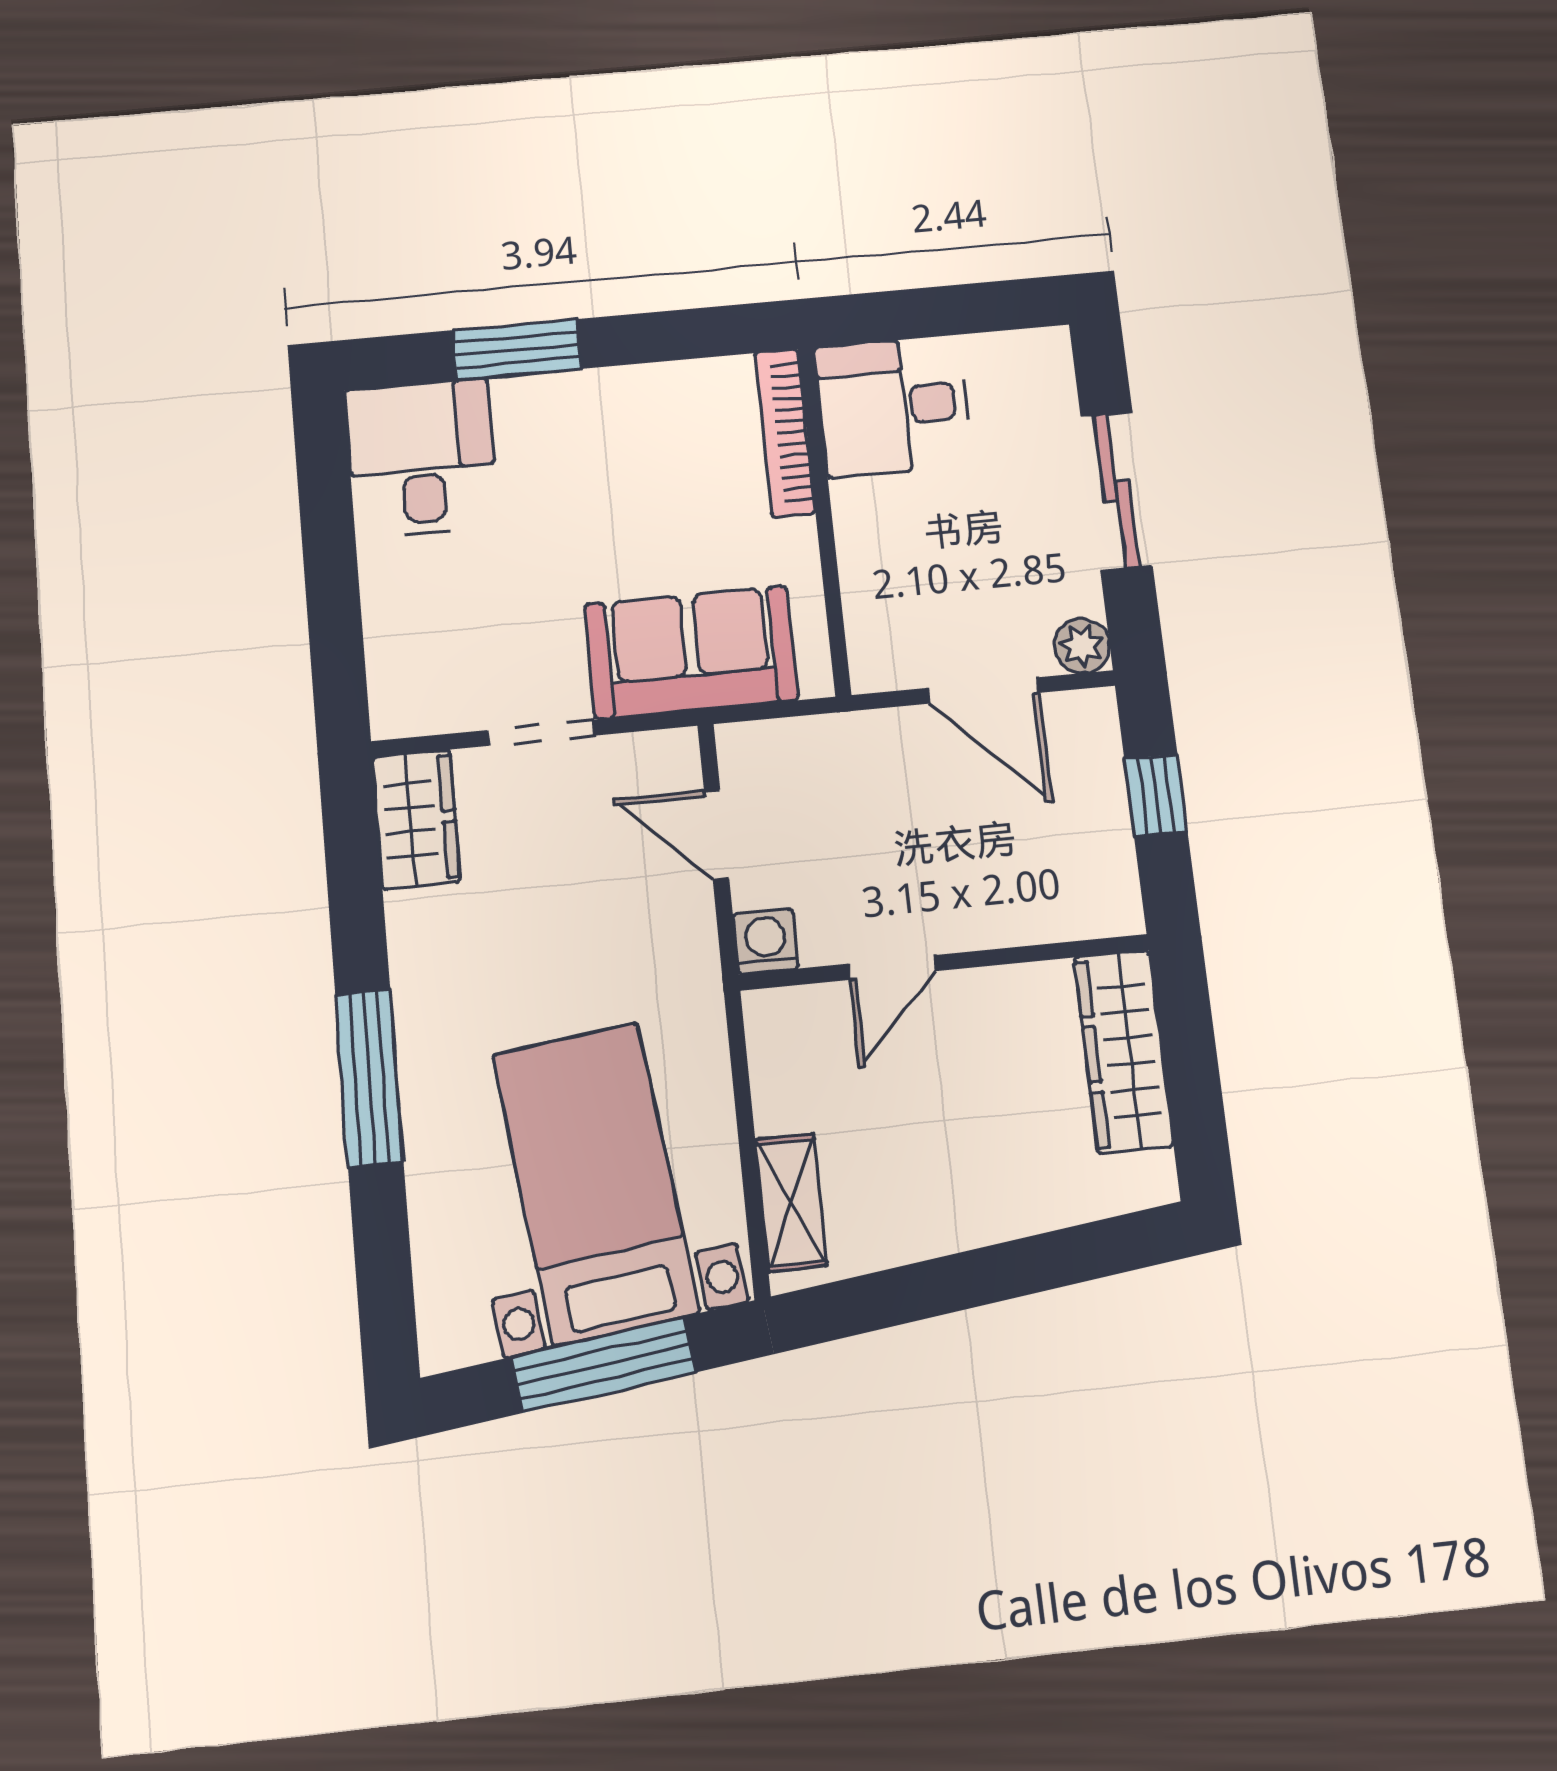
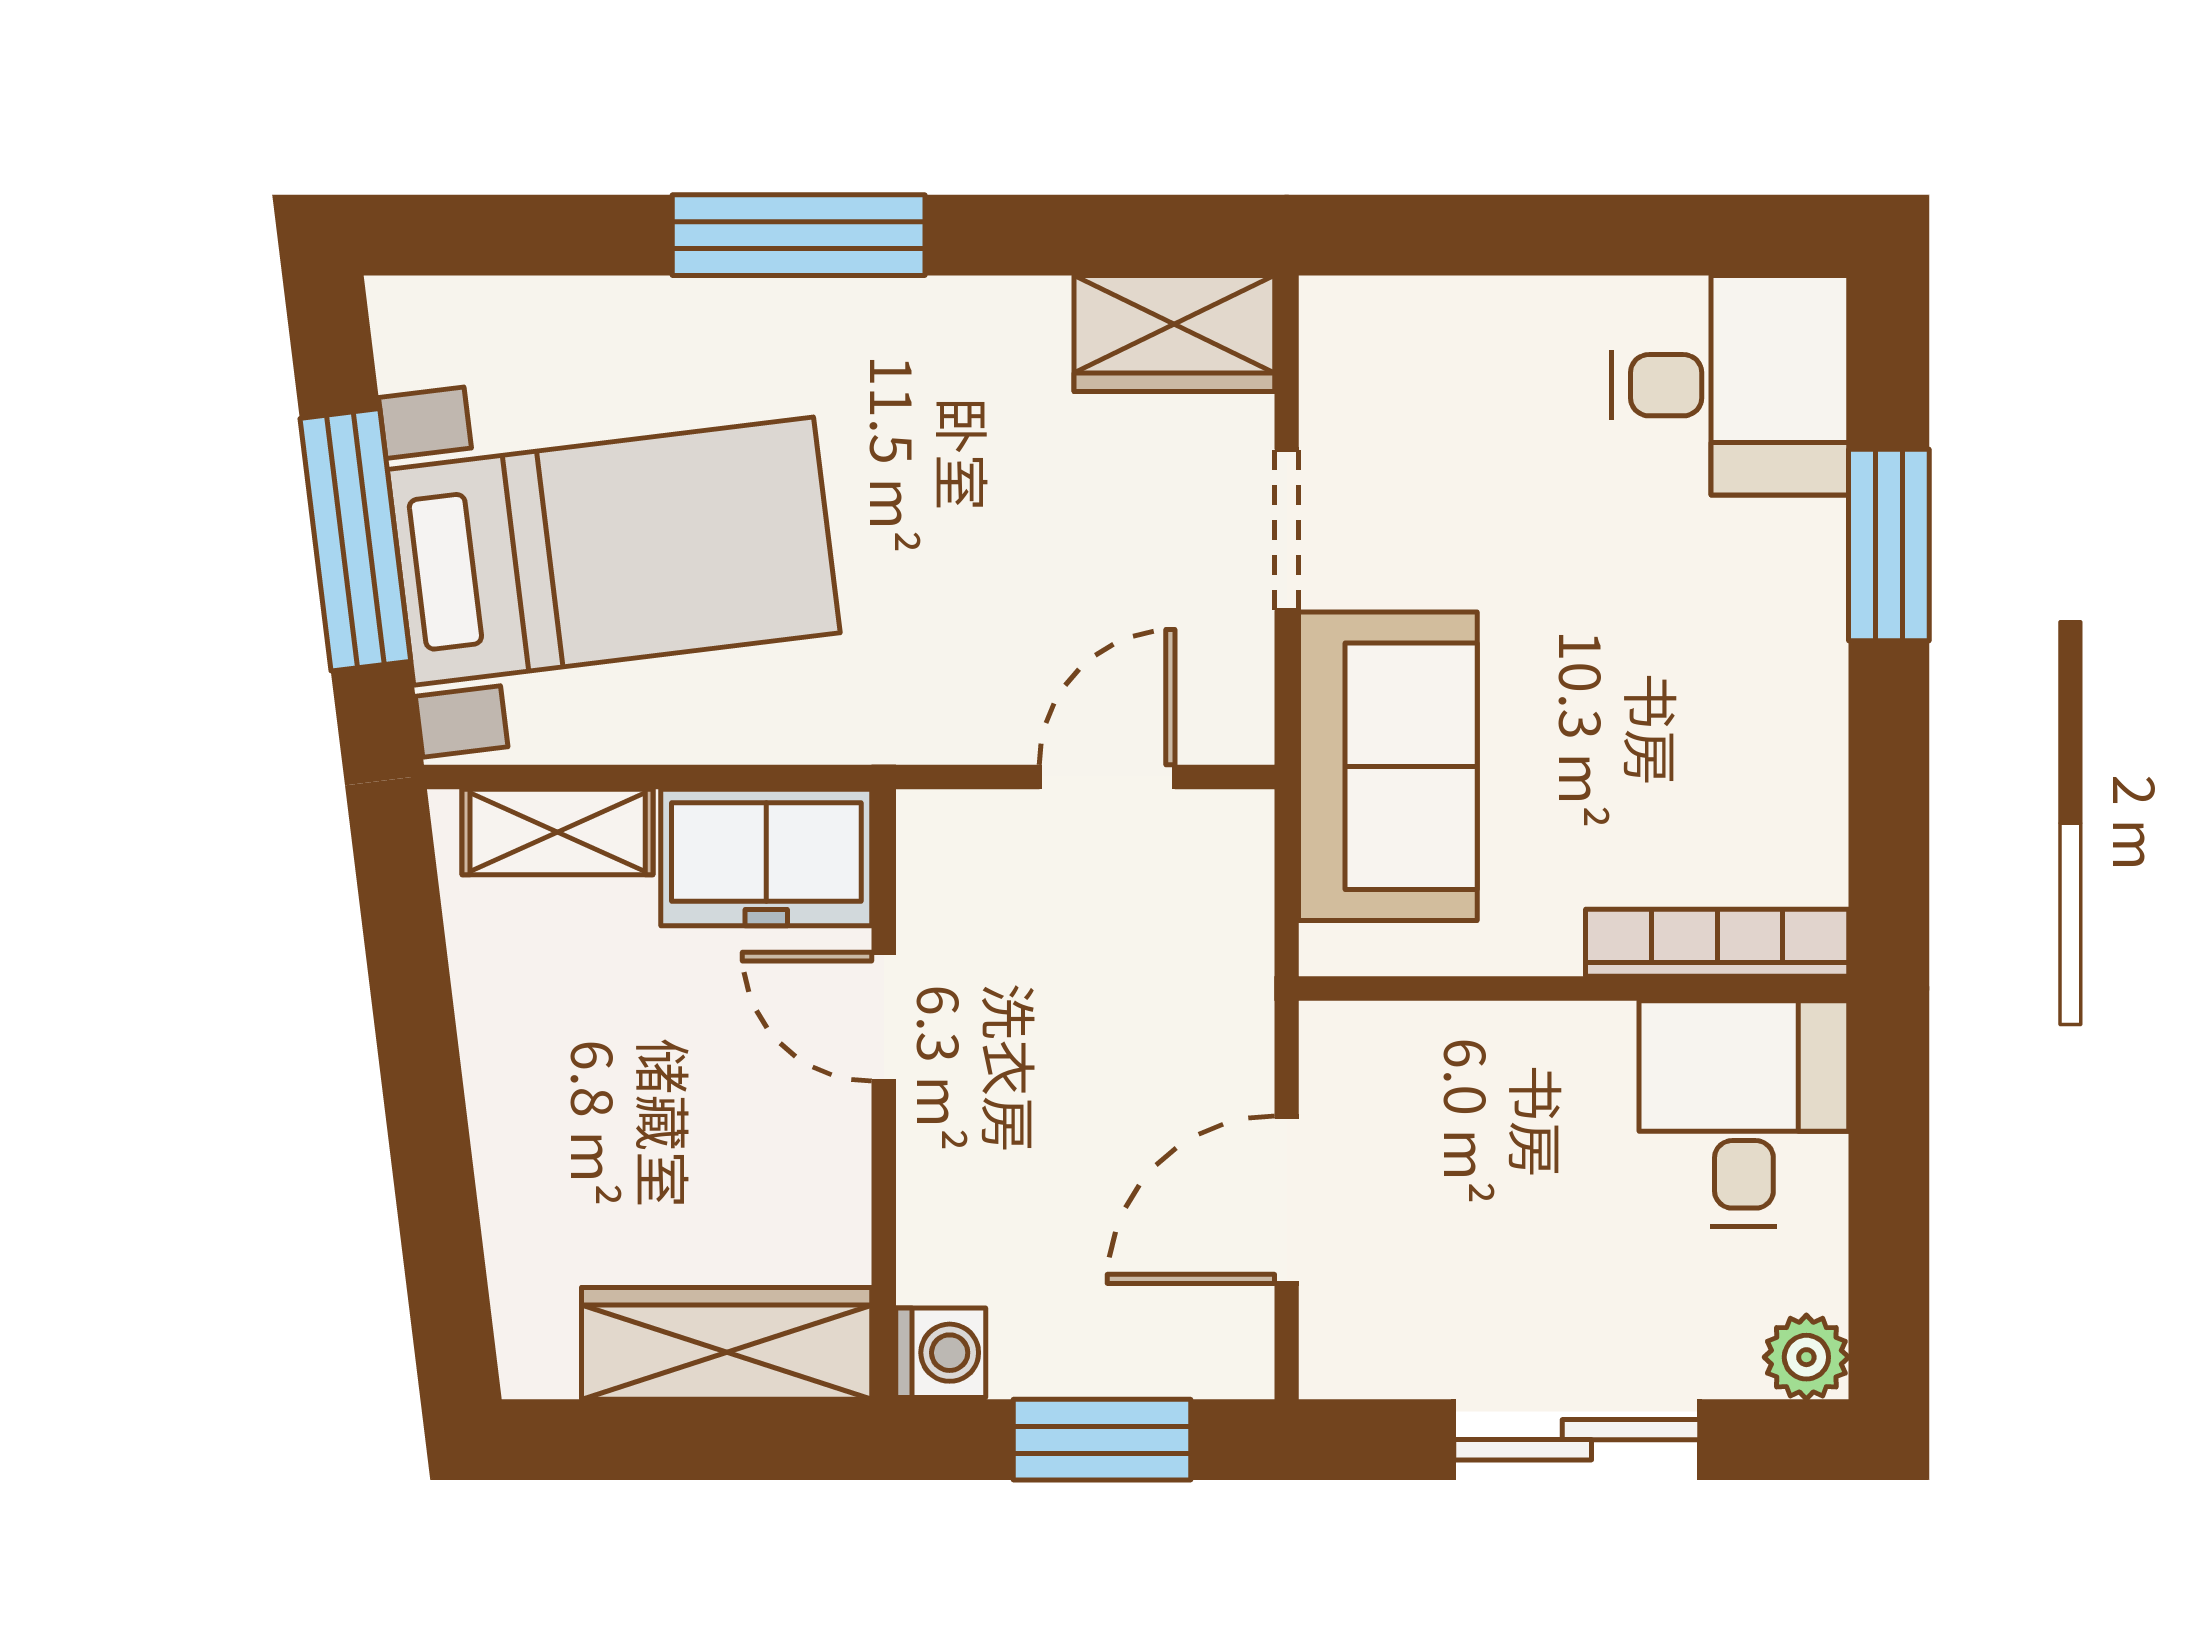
plant: (1082, 646) -> (1806, 1357), moved
window: (1156, 795) -> (1102, 1440), width x1.50
washing machine: (766, 941) -> (941, 1353), moved
freezer: (794, 1057) -> (766, 857), added

